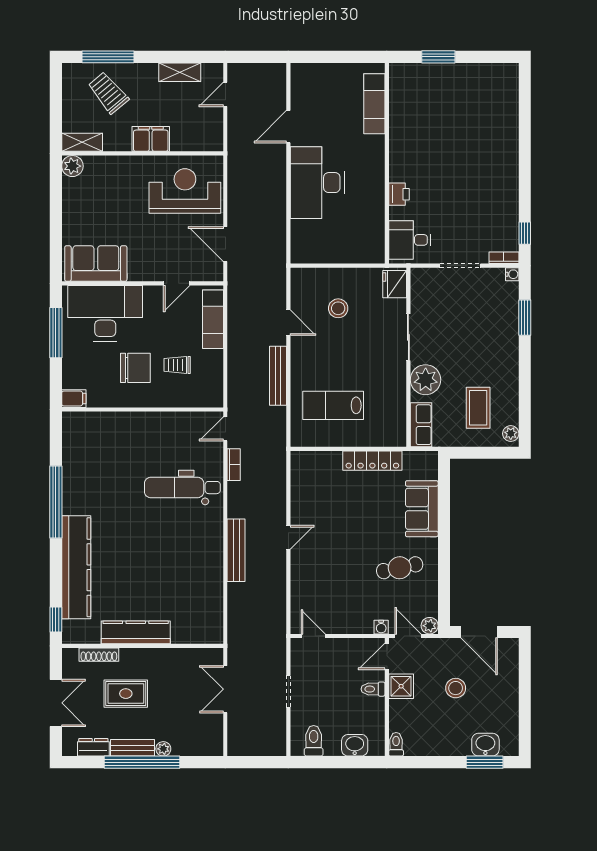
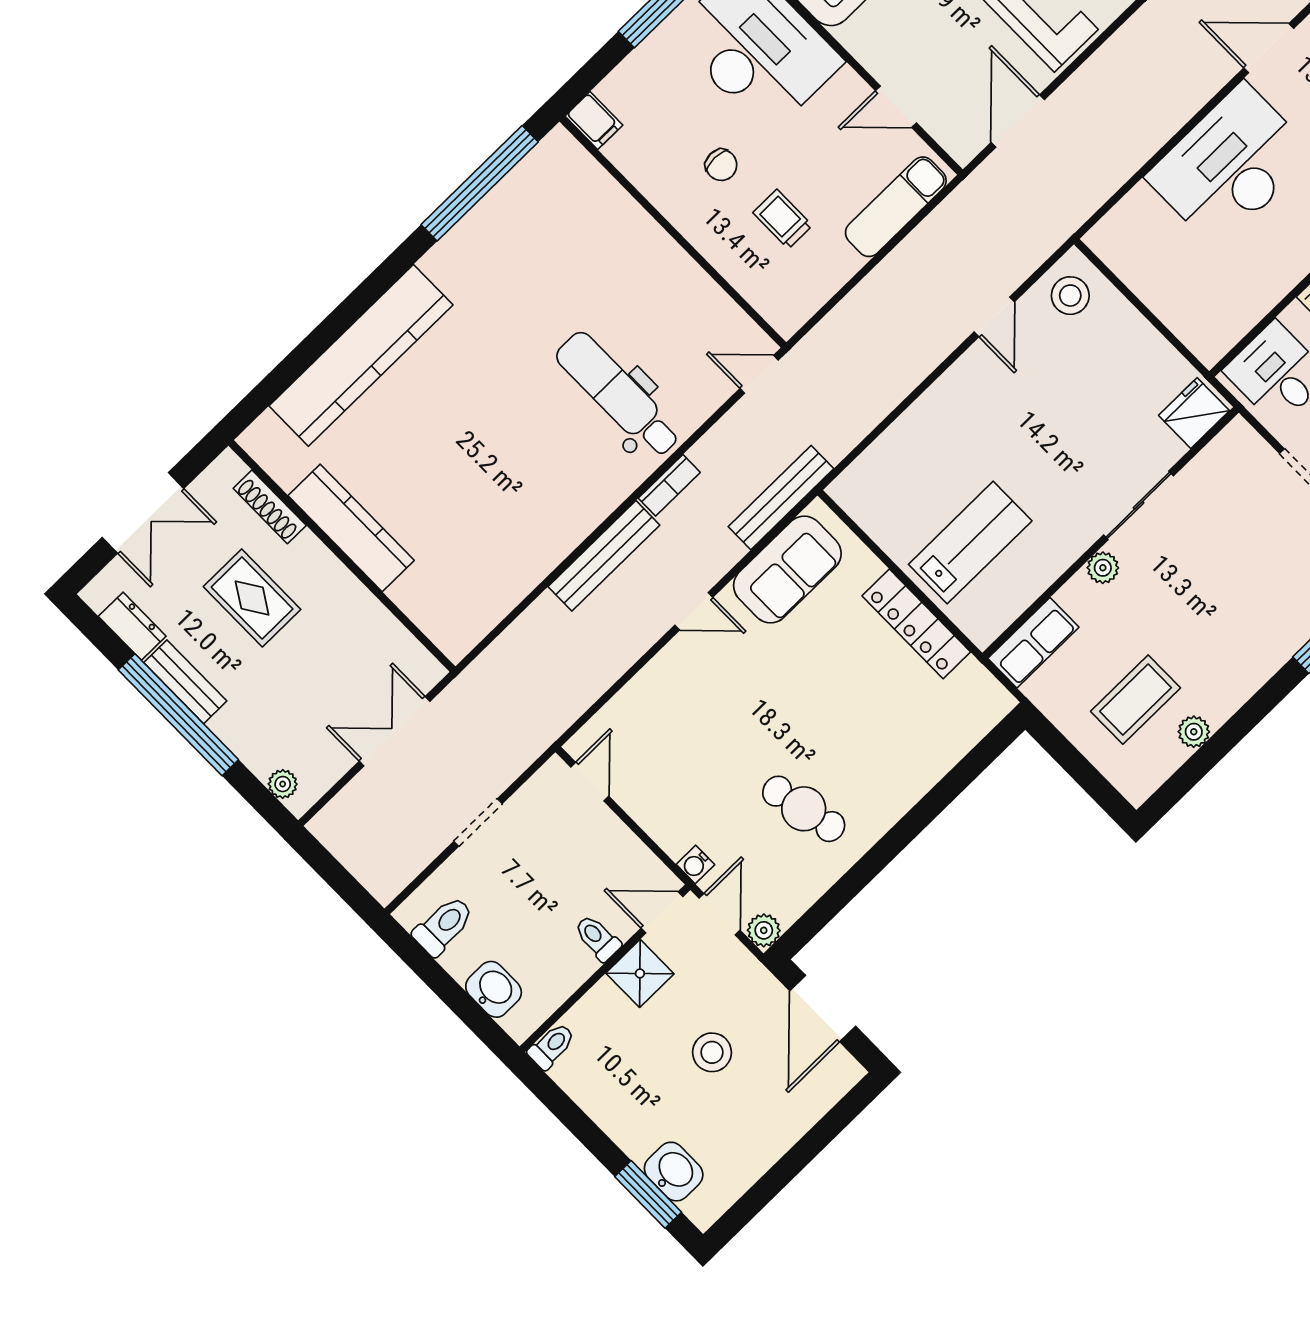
stool: (338, 308) -> (1070, 296), moved
chair: (135, 368) -> (721, 165), width x0.54, depth x0.54
bench: (278, 376) -> (781, 498), moved
plant: (426, 380) -> (1103, 568), width x0.53, depth x0.53
lab bench: (333, 405) -> (970, 543), moved, turned 90
plant: (511, 434) -> (1194, 732), moved
bookcase: (234, 465) -> (669, 485), moved
window: (56, 502) -> (480, 183), moved
sofa: (422, 509) -> (787, 570), moved, turned 180
window: (56, 619) -> (260, 398), removed
plant: (163, 749) -> (283, 784), moved

